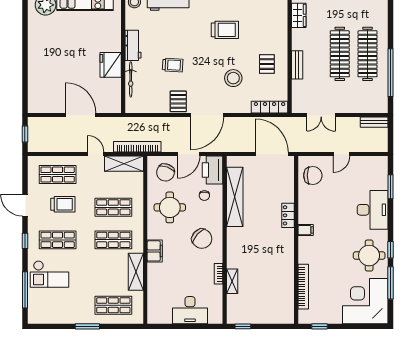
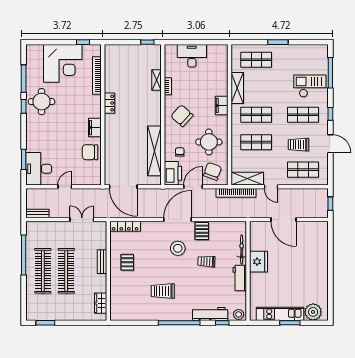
stool: (233, 78) -> (178, 248), moved
chair: (313, 175) -> (90, 152), moved
desk: (373, 210) -> (39, 169), moved
locker: (288, 215) -> (110, 103), moved
filing cabinet: (306, 230) -> (95, 128), width x2.00
corner desk: (365, 301) -> (63, 63), moved

